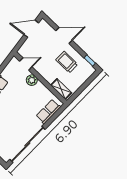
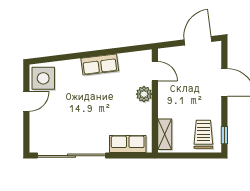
door: (31, 29) -> (198, 41), hinge flipped
trolley: (67, 62) -> (203, 134), moved

